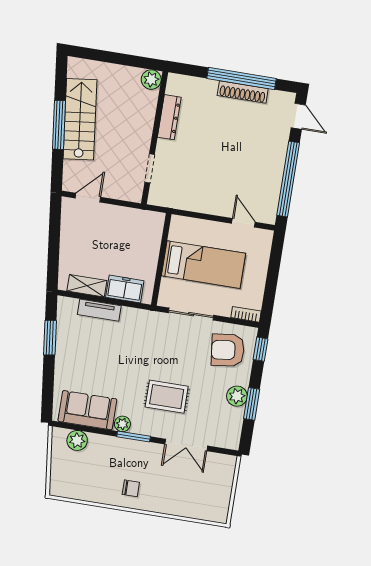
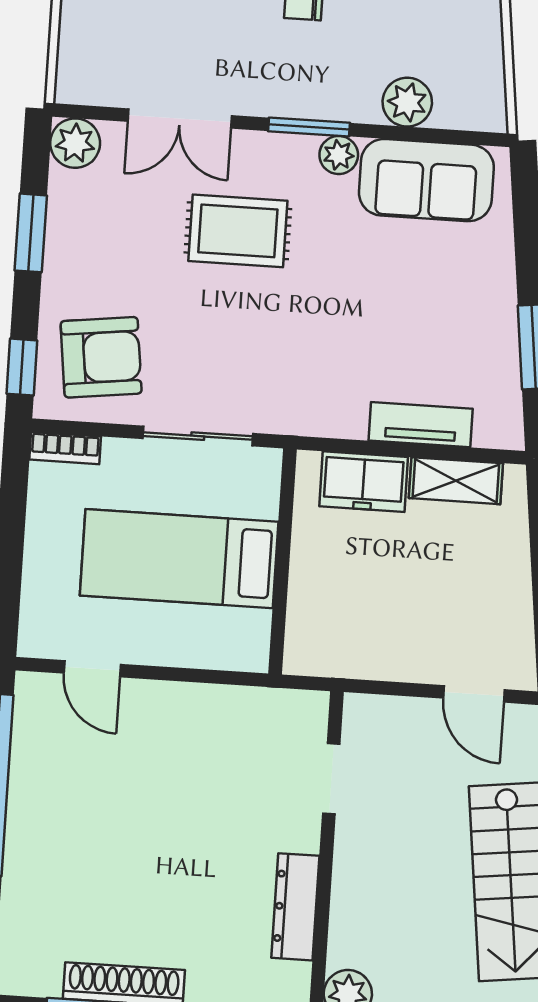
door: (88, 198) -> (474, 694), hinge flipped
plant: (237, 396) -> (75, 143), moved
plant: (77, 440) -> (407, 102), moved
double door: (186, 445) -> (180, 118), swing flipped

